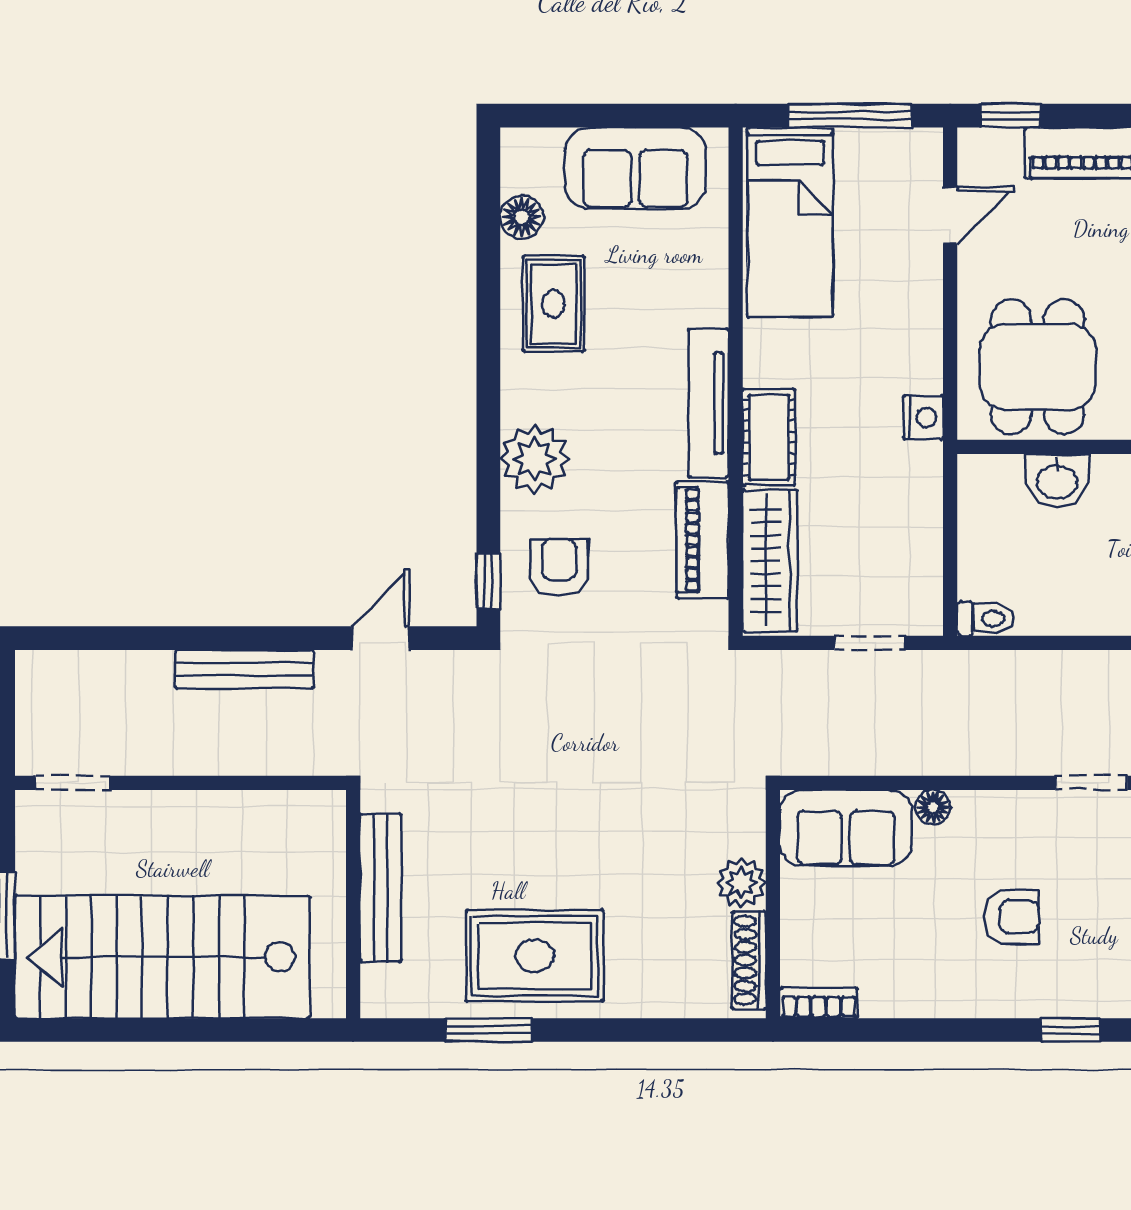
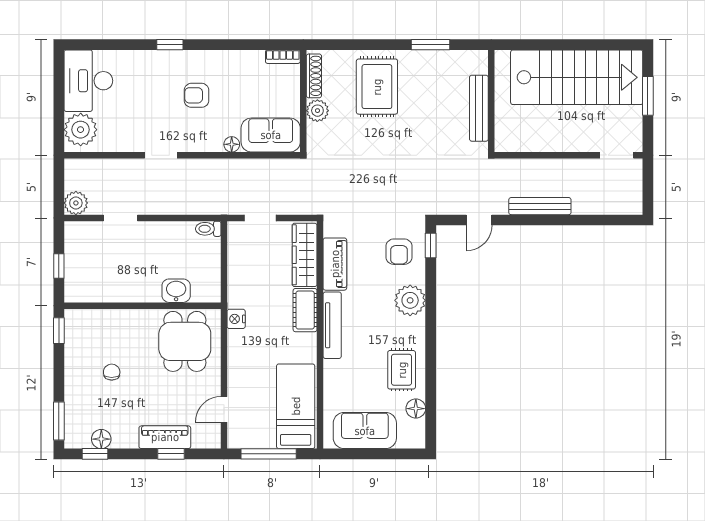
window: (1011, 116) -> (171, 454), moved
rug: (535, 956) -> (377, 87), moved, turned 90

